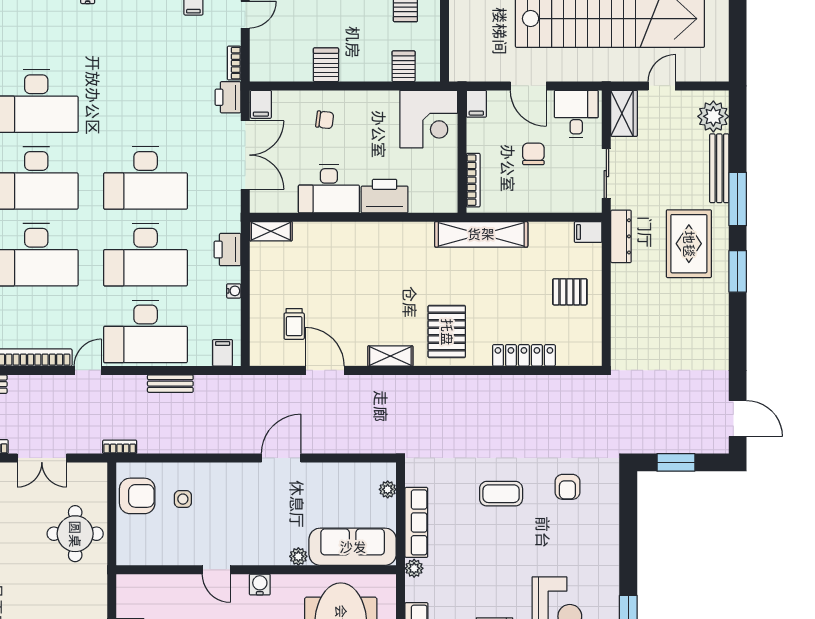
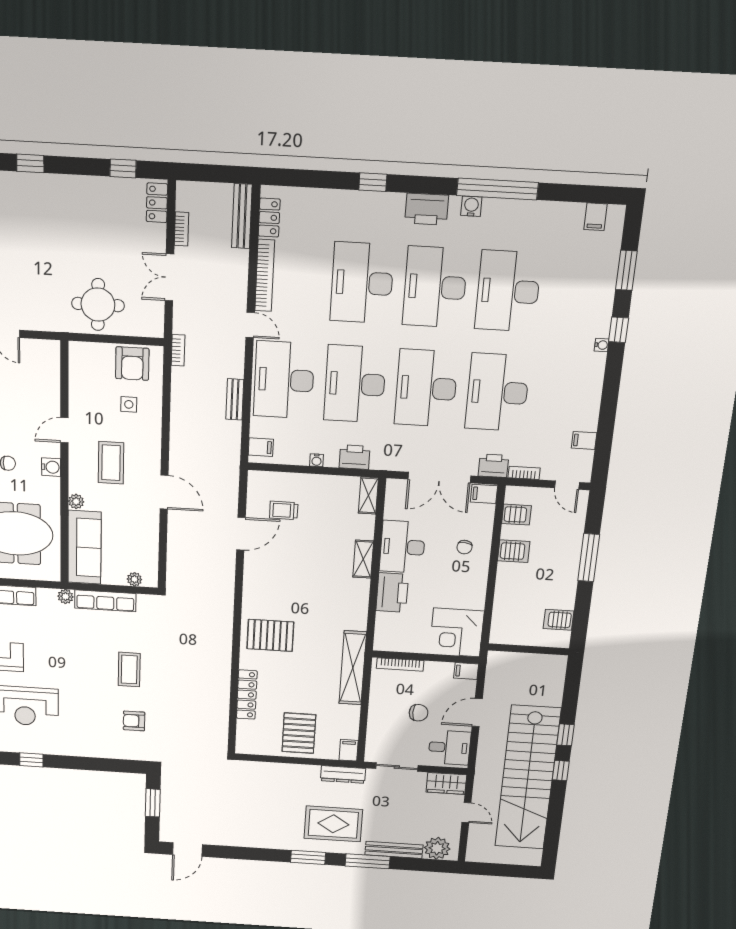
server rack: (404, 66) -> (516, 515), moved
desk: (146, 101) -> (497, 392), added
pallet: (570, 292) -> (299, 733), width x1.50, depth x1.42
shelving: (390, 356) -> (363, 559), moved
coffee table: (251, 518) -> (111, 463), added

